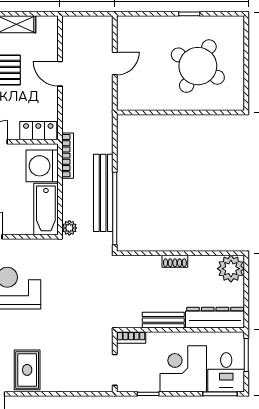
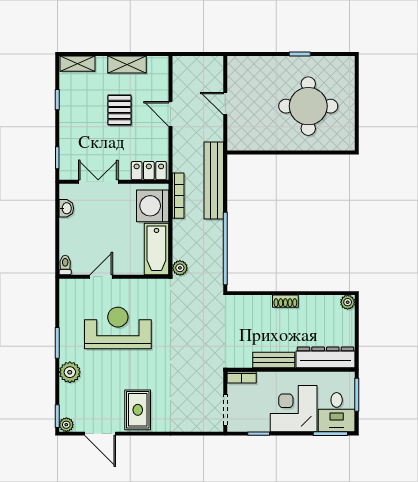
door: (115, 64) -> (225, 104), swing flipped
round table: (198, 66) -> (308, 106), turned -30
bench: (103, 193) -> (214, 181), moved
plant: (231, 269) -> (348, 302), width x0.53, depth x0.53

